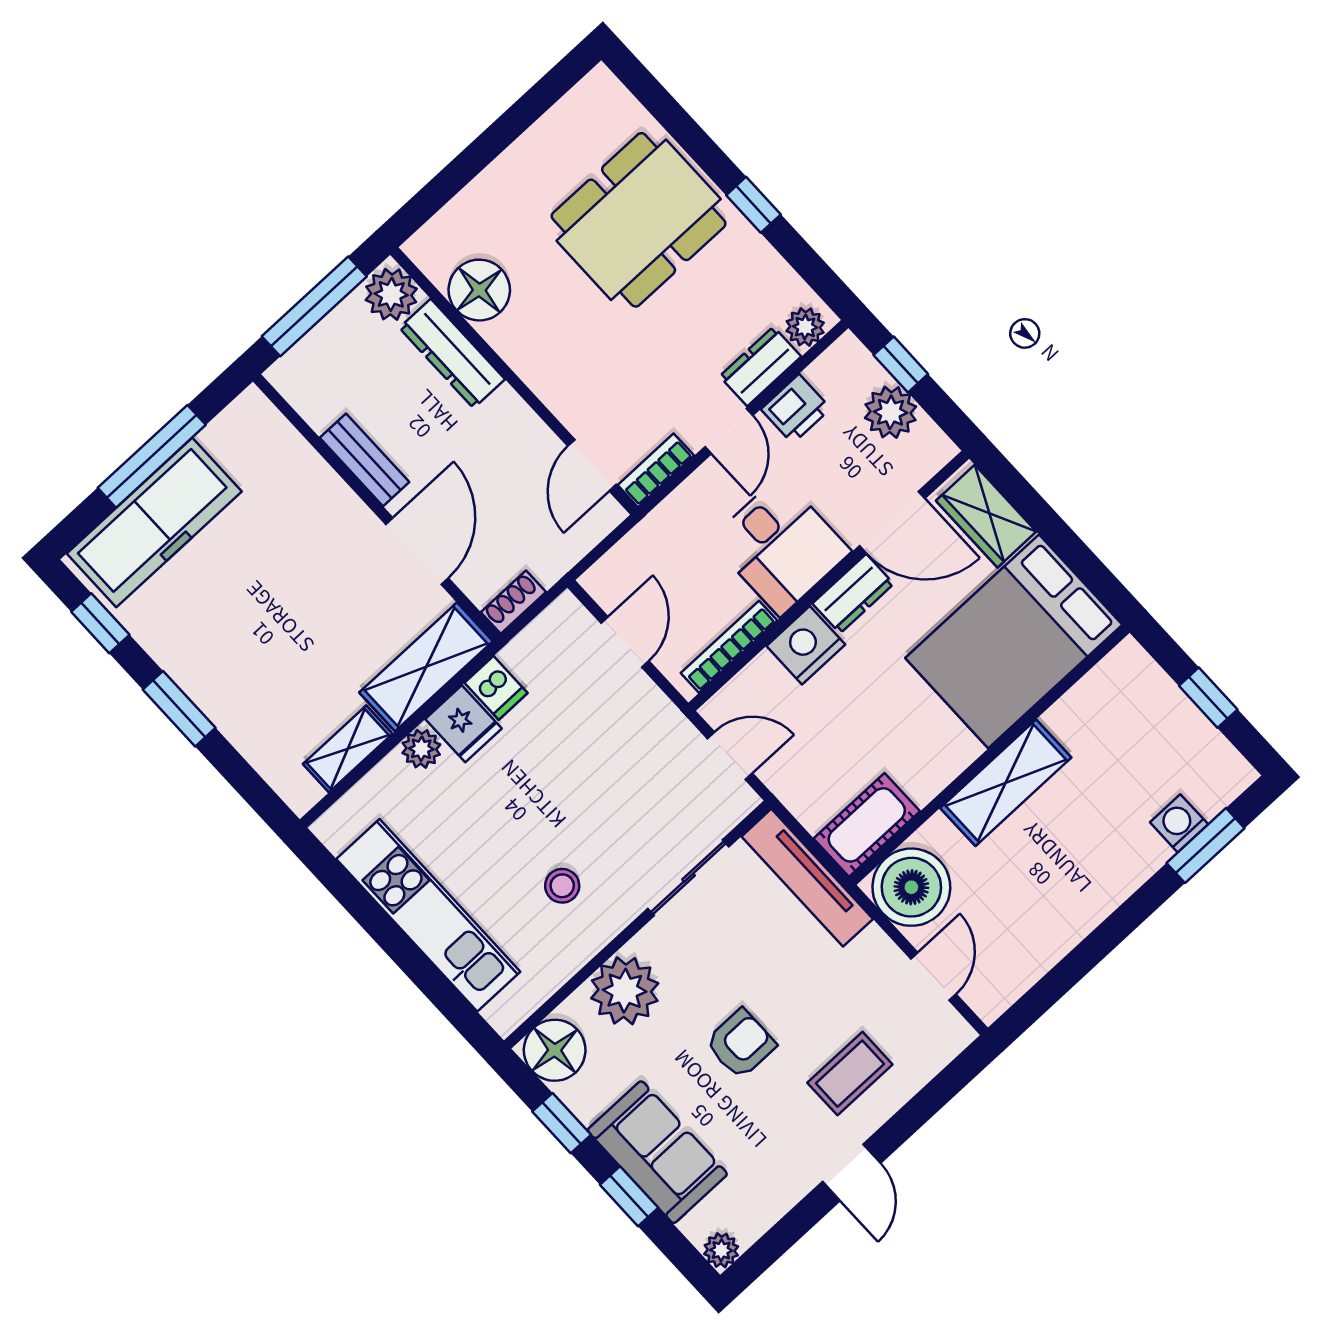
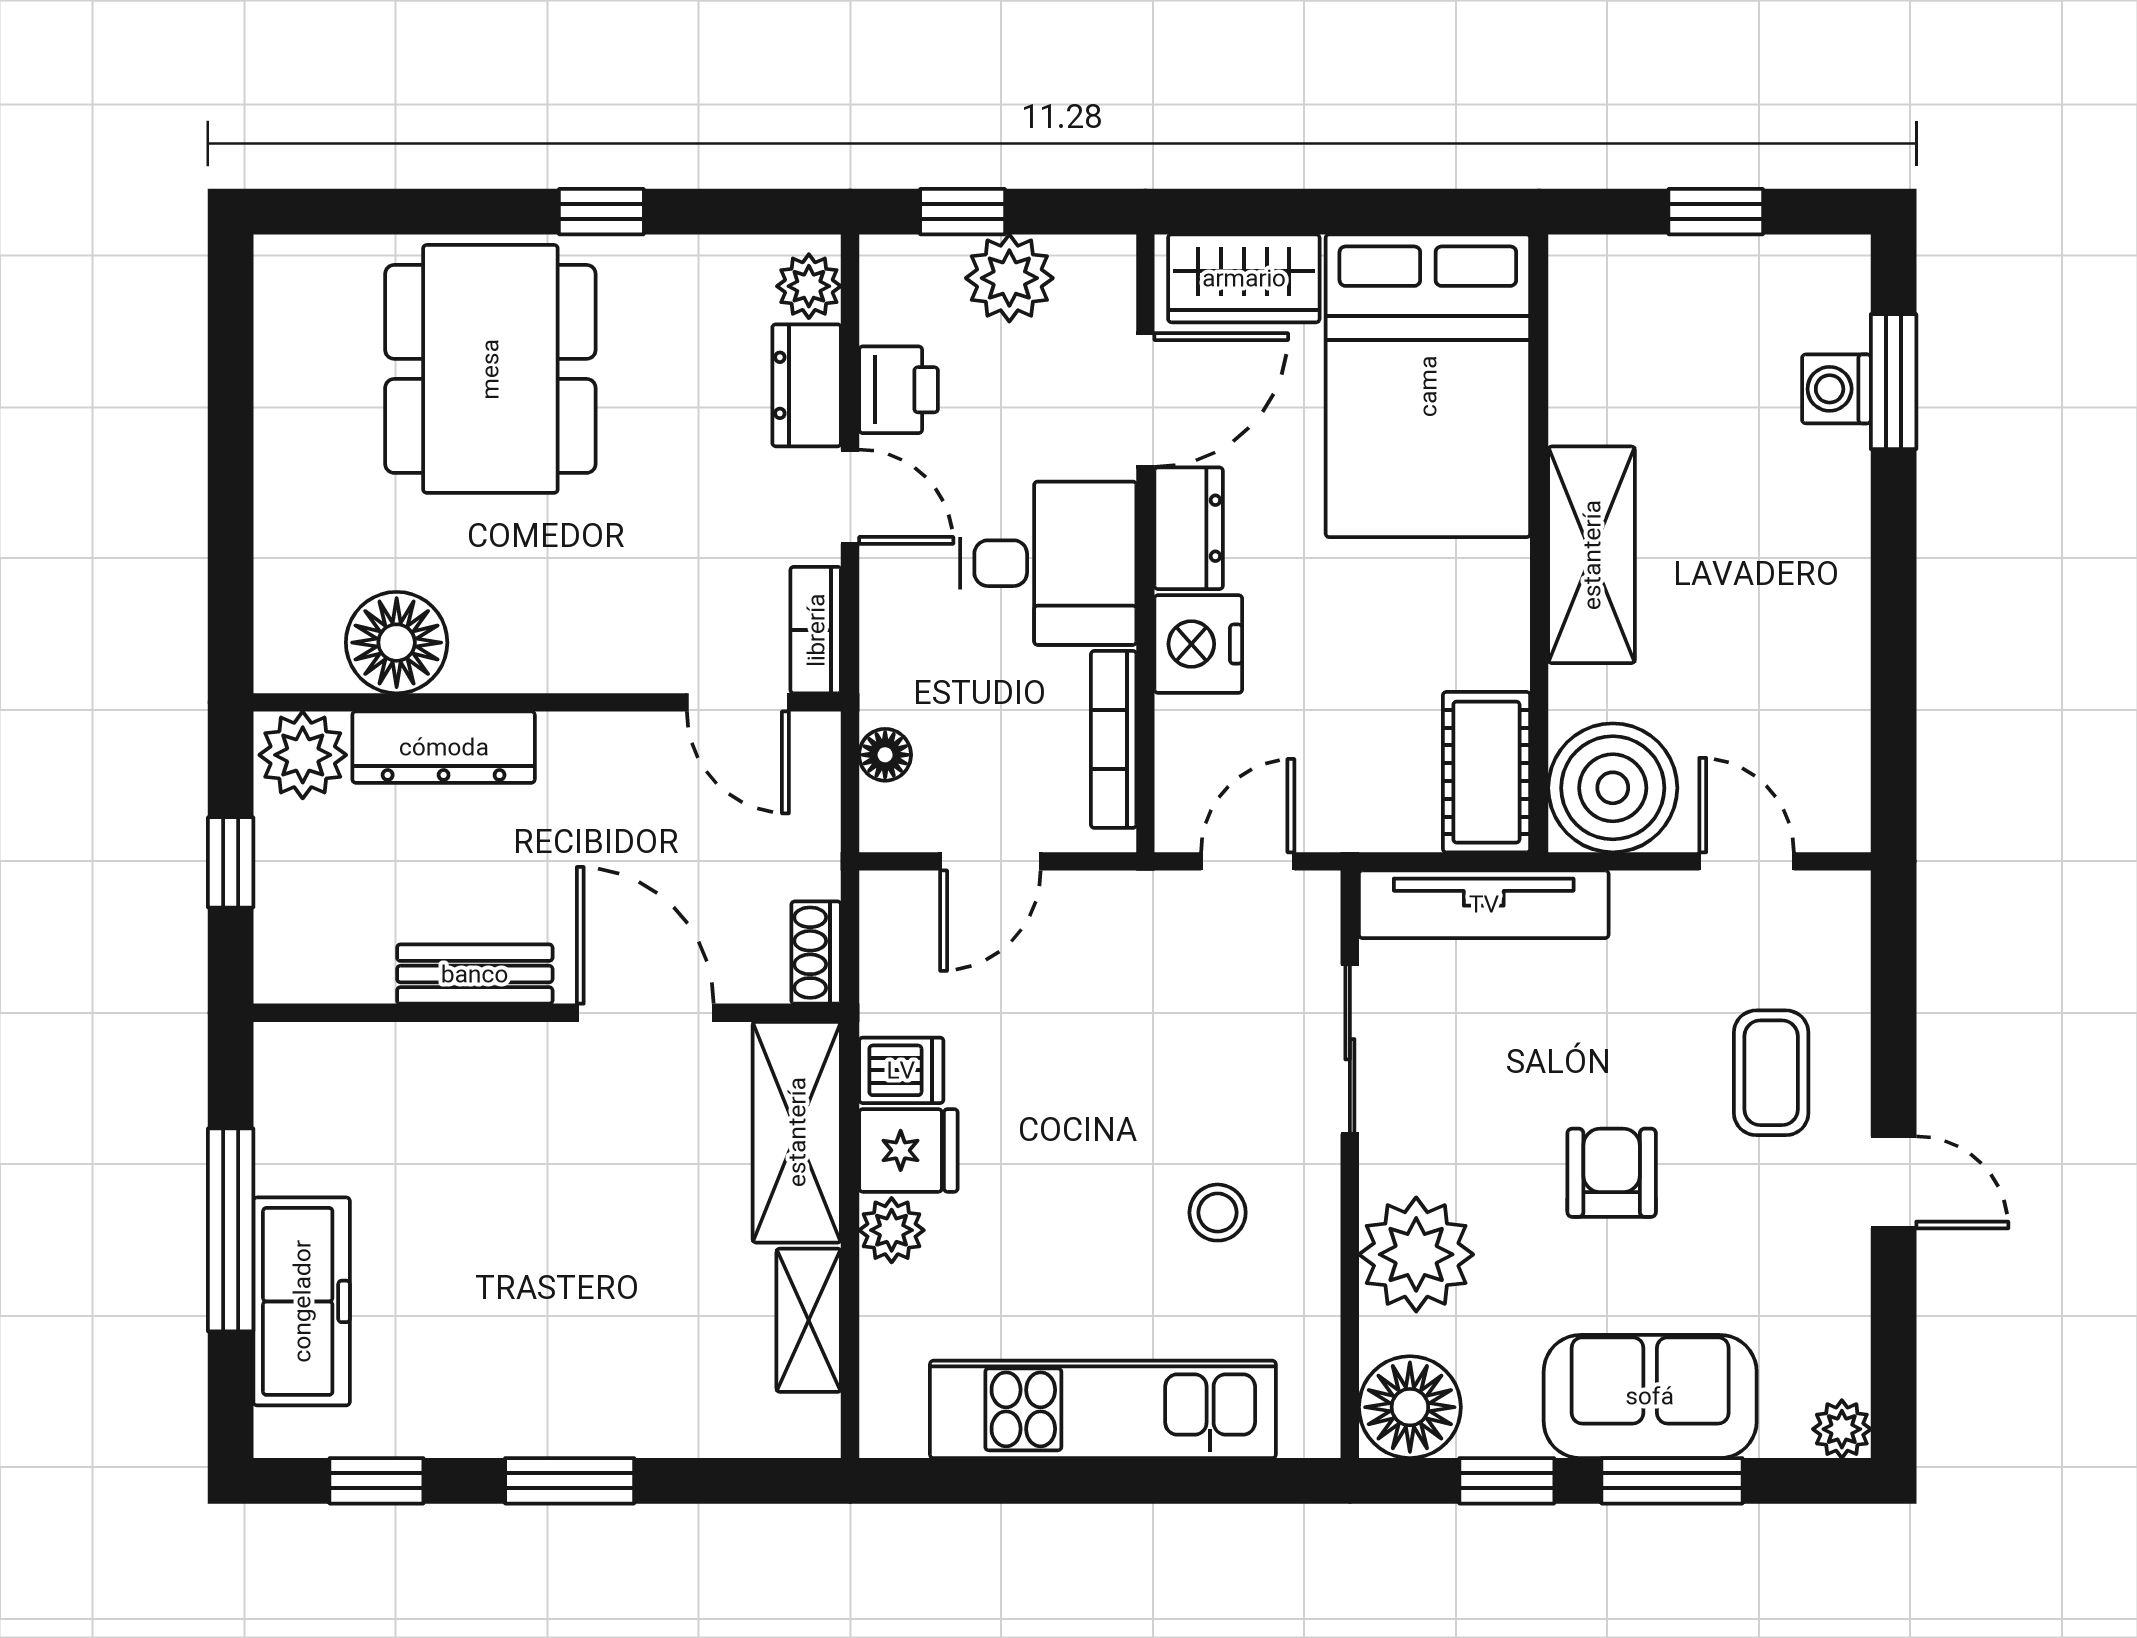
window: (314, 306) -> (231, 862), width x0.46
freezer: (154, 522) -> (302, 1301), width x0.73, depth x0.79
floor lamp: (629, 552) -> (885, 755), added
door: (625, 642) -> (990, 861), swing flipped
window: (629, 1196) -> (1672, 1481), width x1.50

